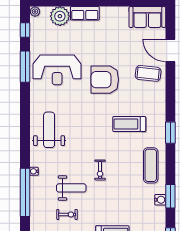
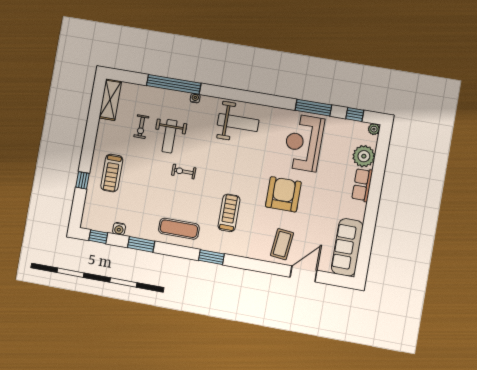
sofa: (147, 17) -> (347, 247), width x1.36
water cooler: (160, 200) -> (119, 229), moved

